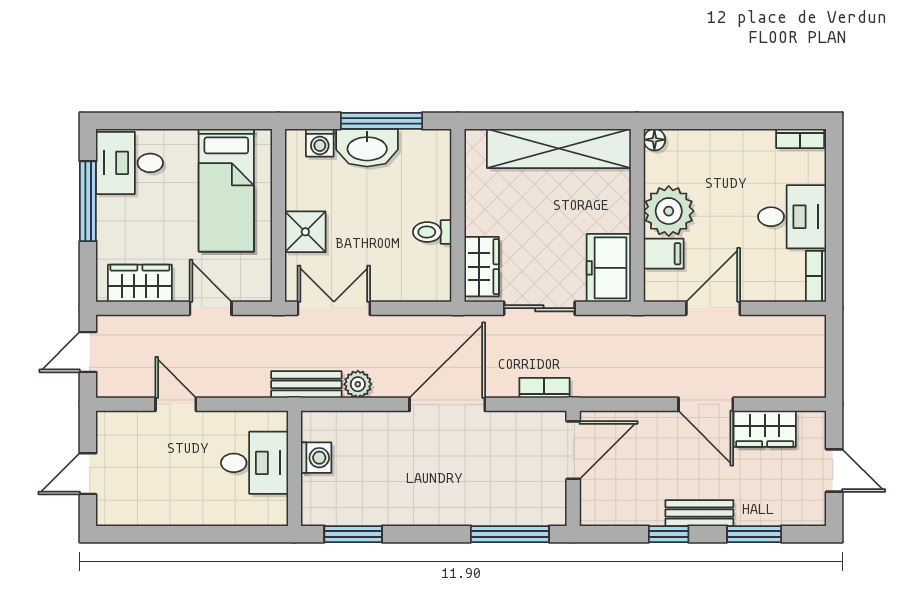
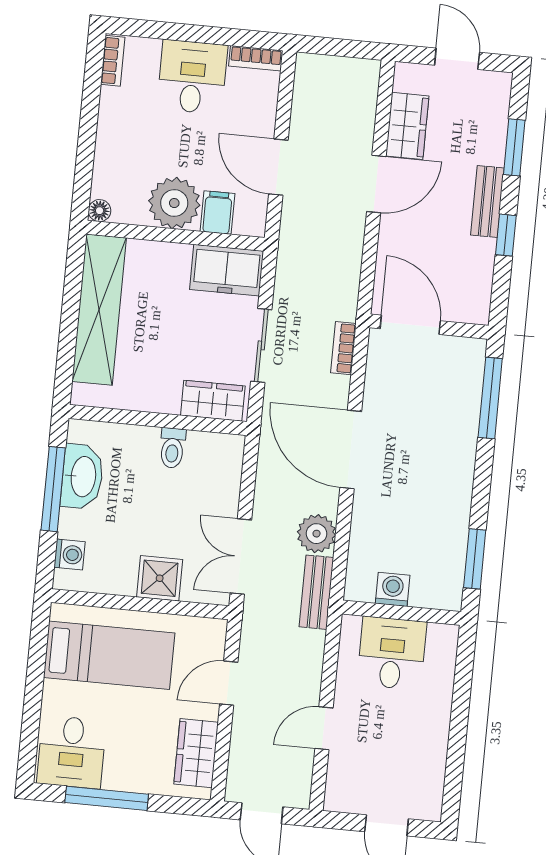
washbasin: (367, 148) -> (82, 476), moved
plant: (358, 384) -> (317, 534), width x1.38, depth x1.38
door: (834, 471) -> (457, 59), hinge flipped

